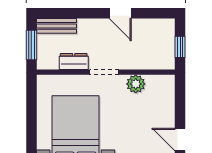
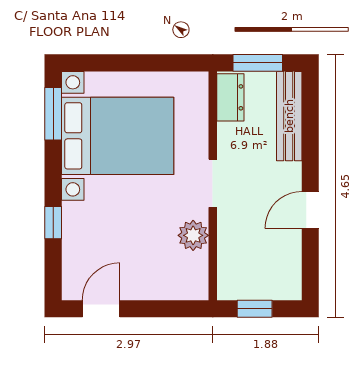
bench: (56, 26) -> (289, 116), width x1.36
dresser: (74, 61) -> (230, 97), moved

